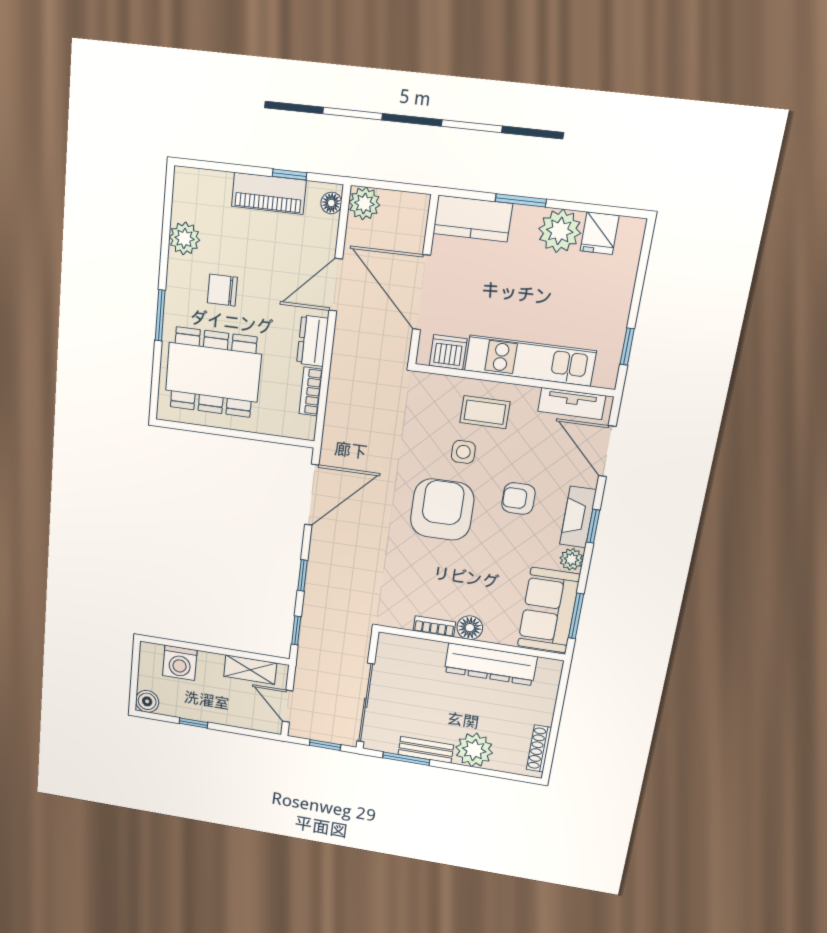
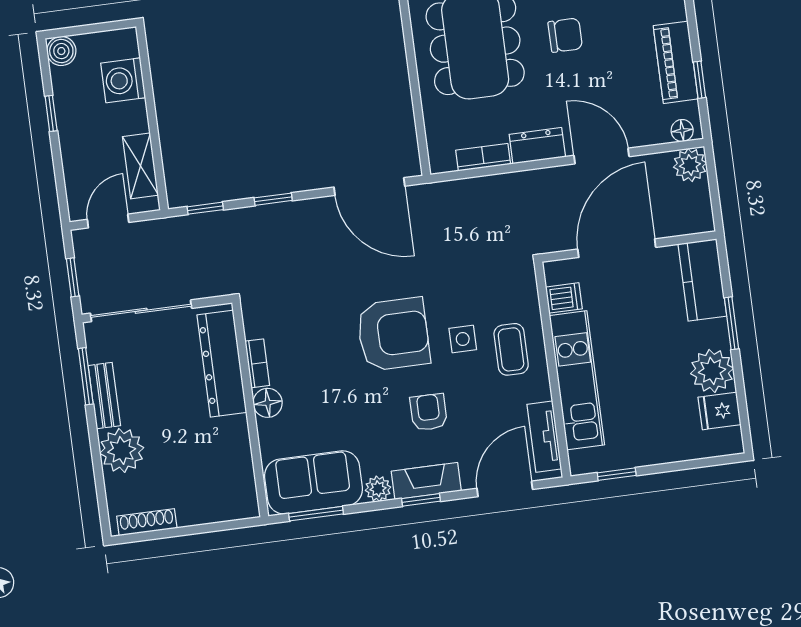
chair: (222, 290) -> (565, 35), turned 90
dishwasher: (448, 352) -> (564, 298), width x0.73
dresser: (491, 664) -> (222, 364), moved

